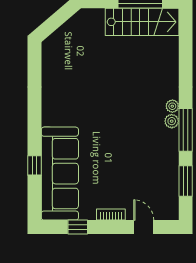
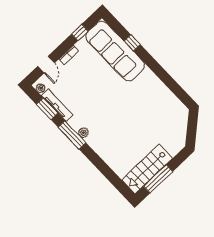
plant: (172, 106) -> (41, 88), moved
tv unit: (172, 175) -> (57, 105), added
door: (144, 227) -> (46, 65), hinge flipped

